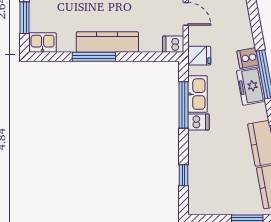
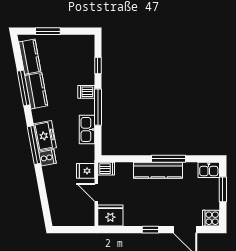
fridge: (199, 56) -> (86, 171), moved
window: (184, 105) -> (98, 107), moved
dishwasher: (198, 122) -> (86, 92), moved

